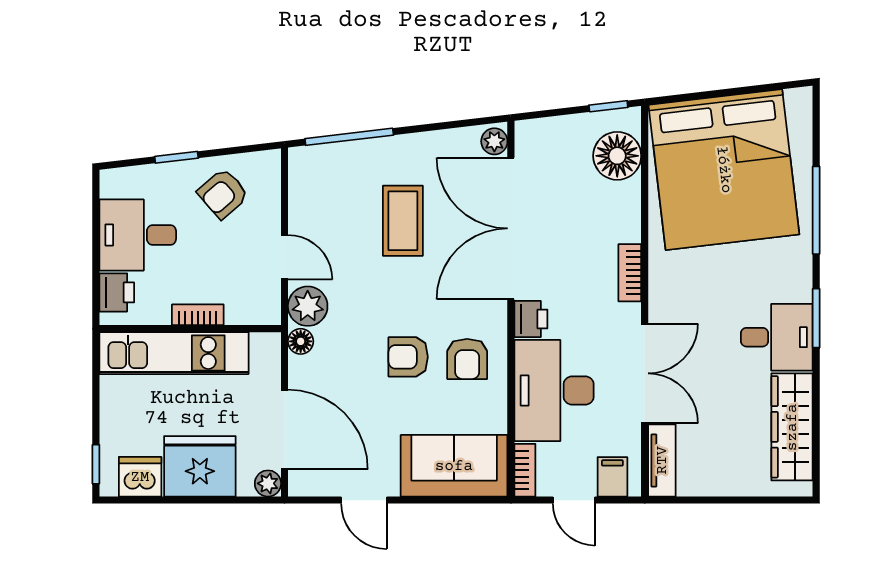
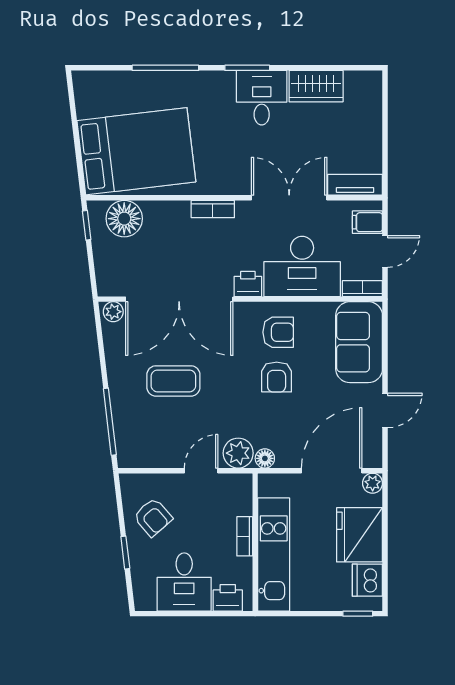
bed: (724, 170) -> (136, 151), width x0.73
wardrobe: (792, 427) -> (316, 86), width x0.67

